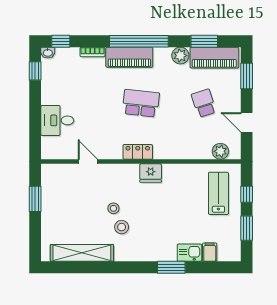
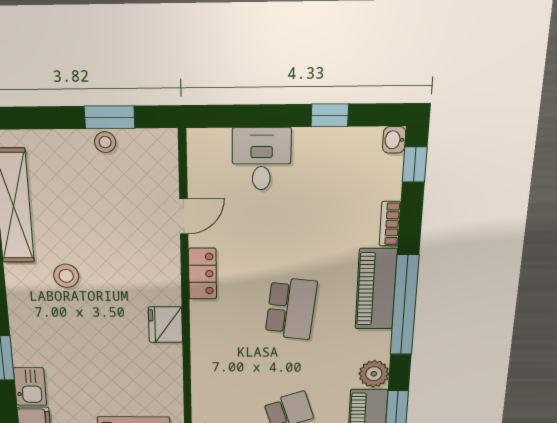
window: (35, 71) -> (330, 115), moved
locker: (138, 152) -> (203, 274), moved
stool: (113, 208) -> (105, 142), moved

